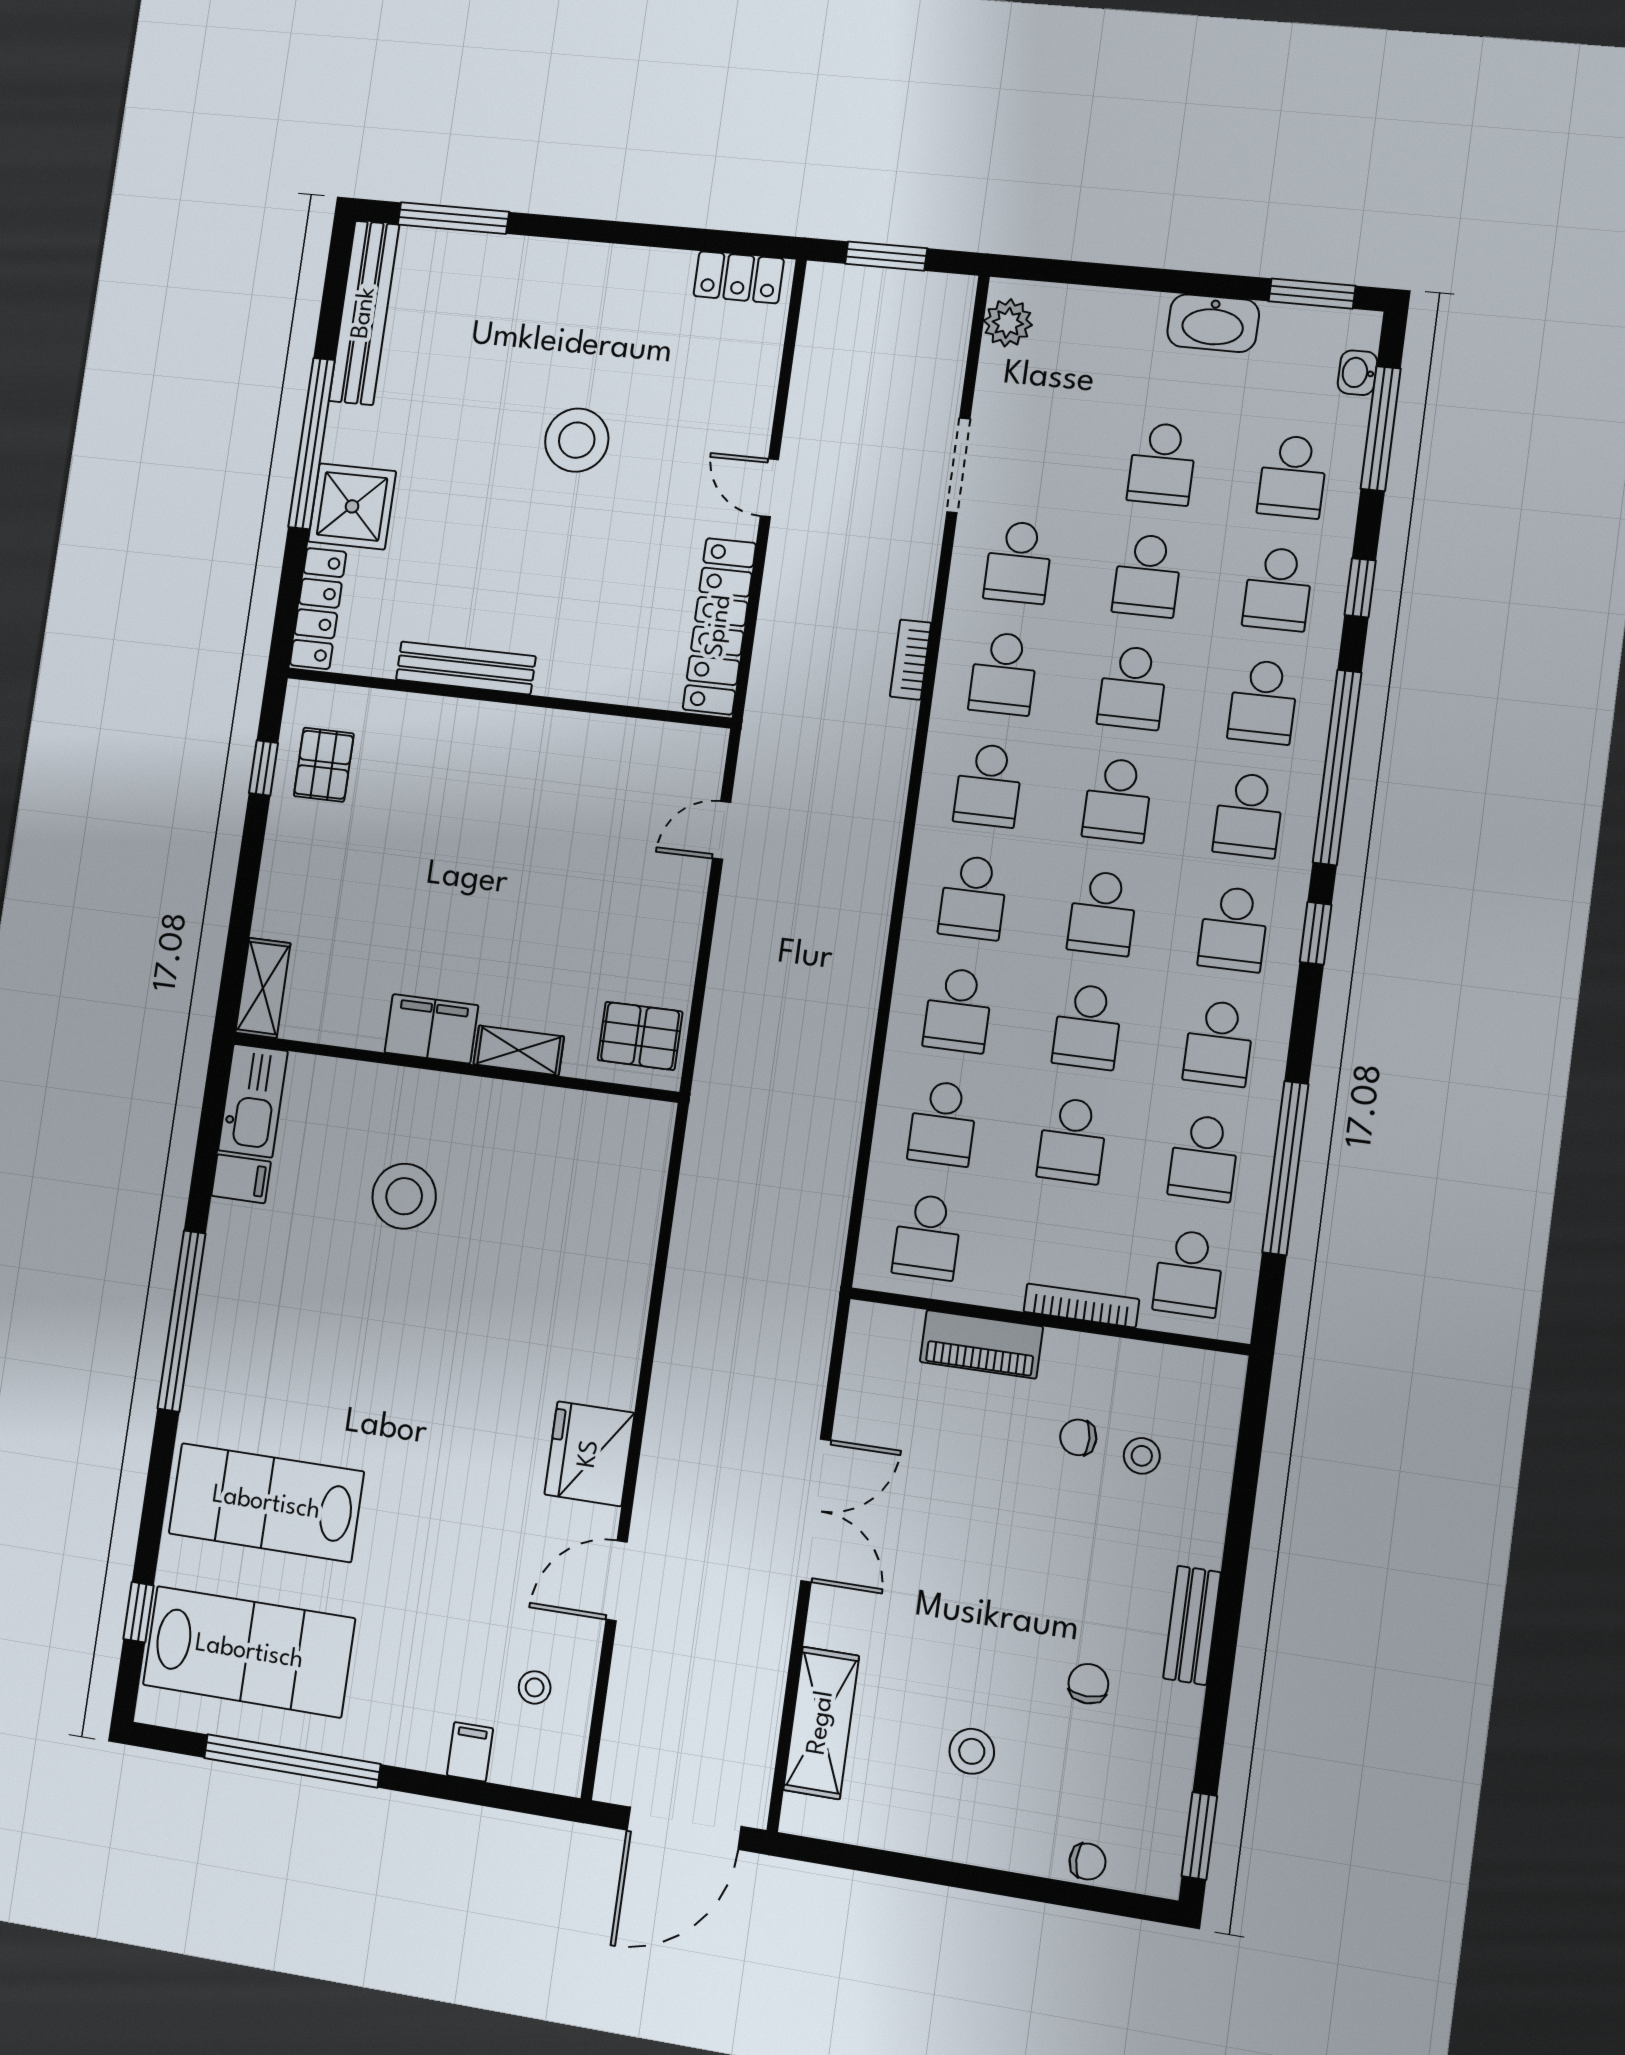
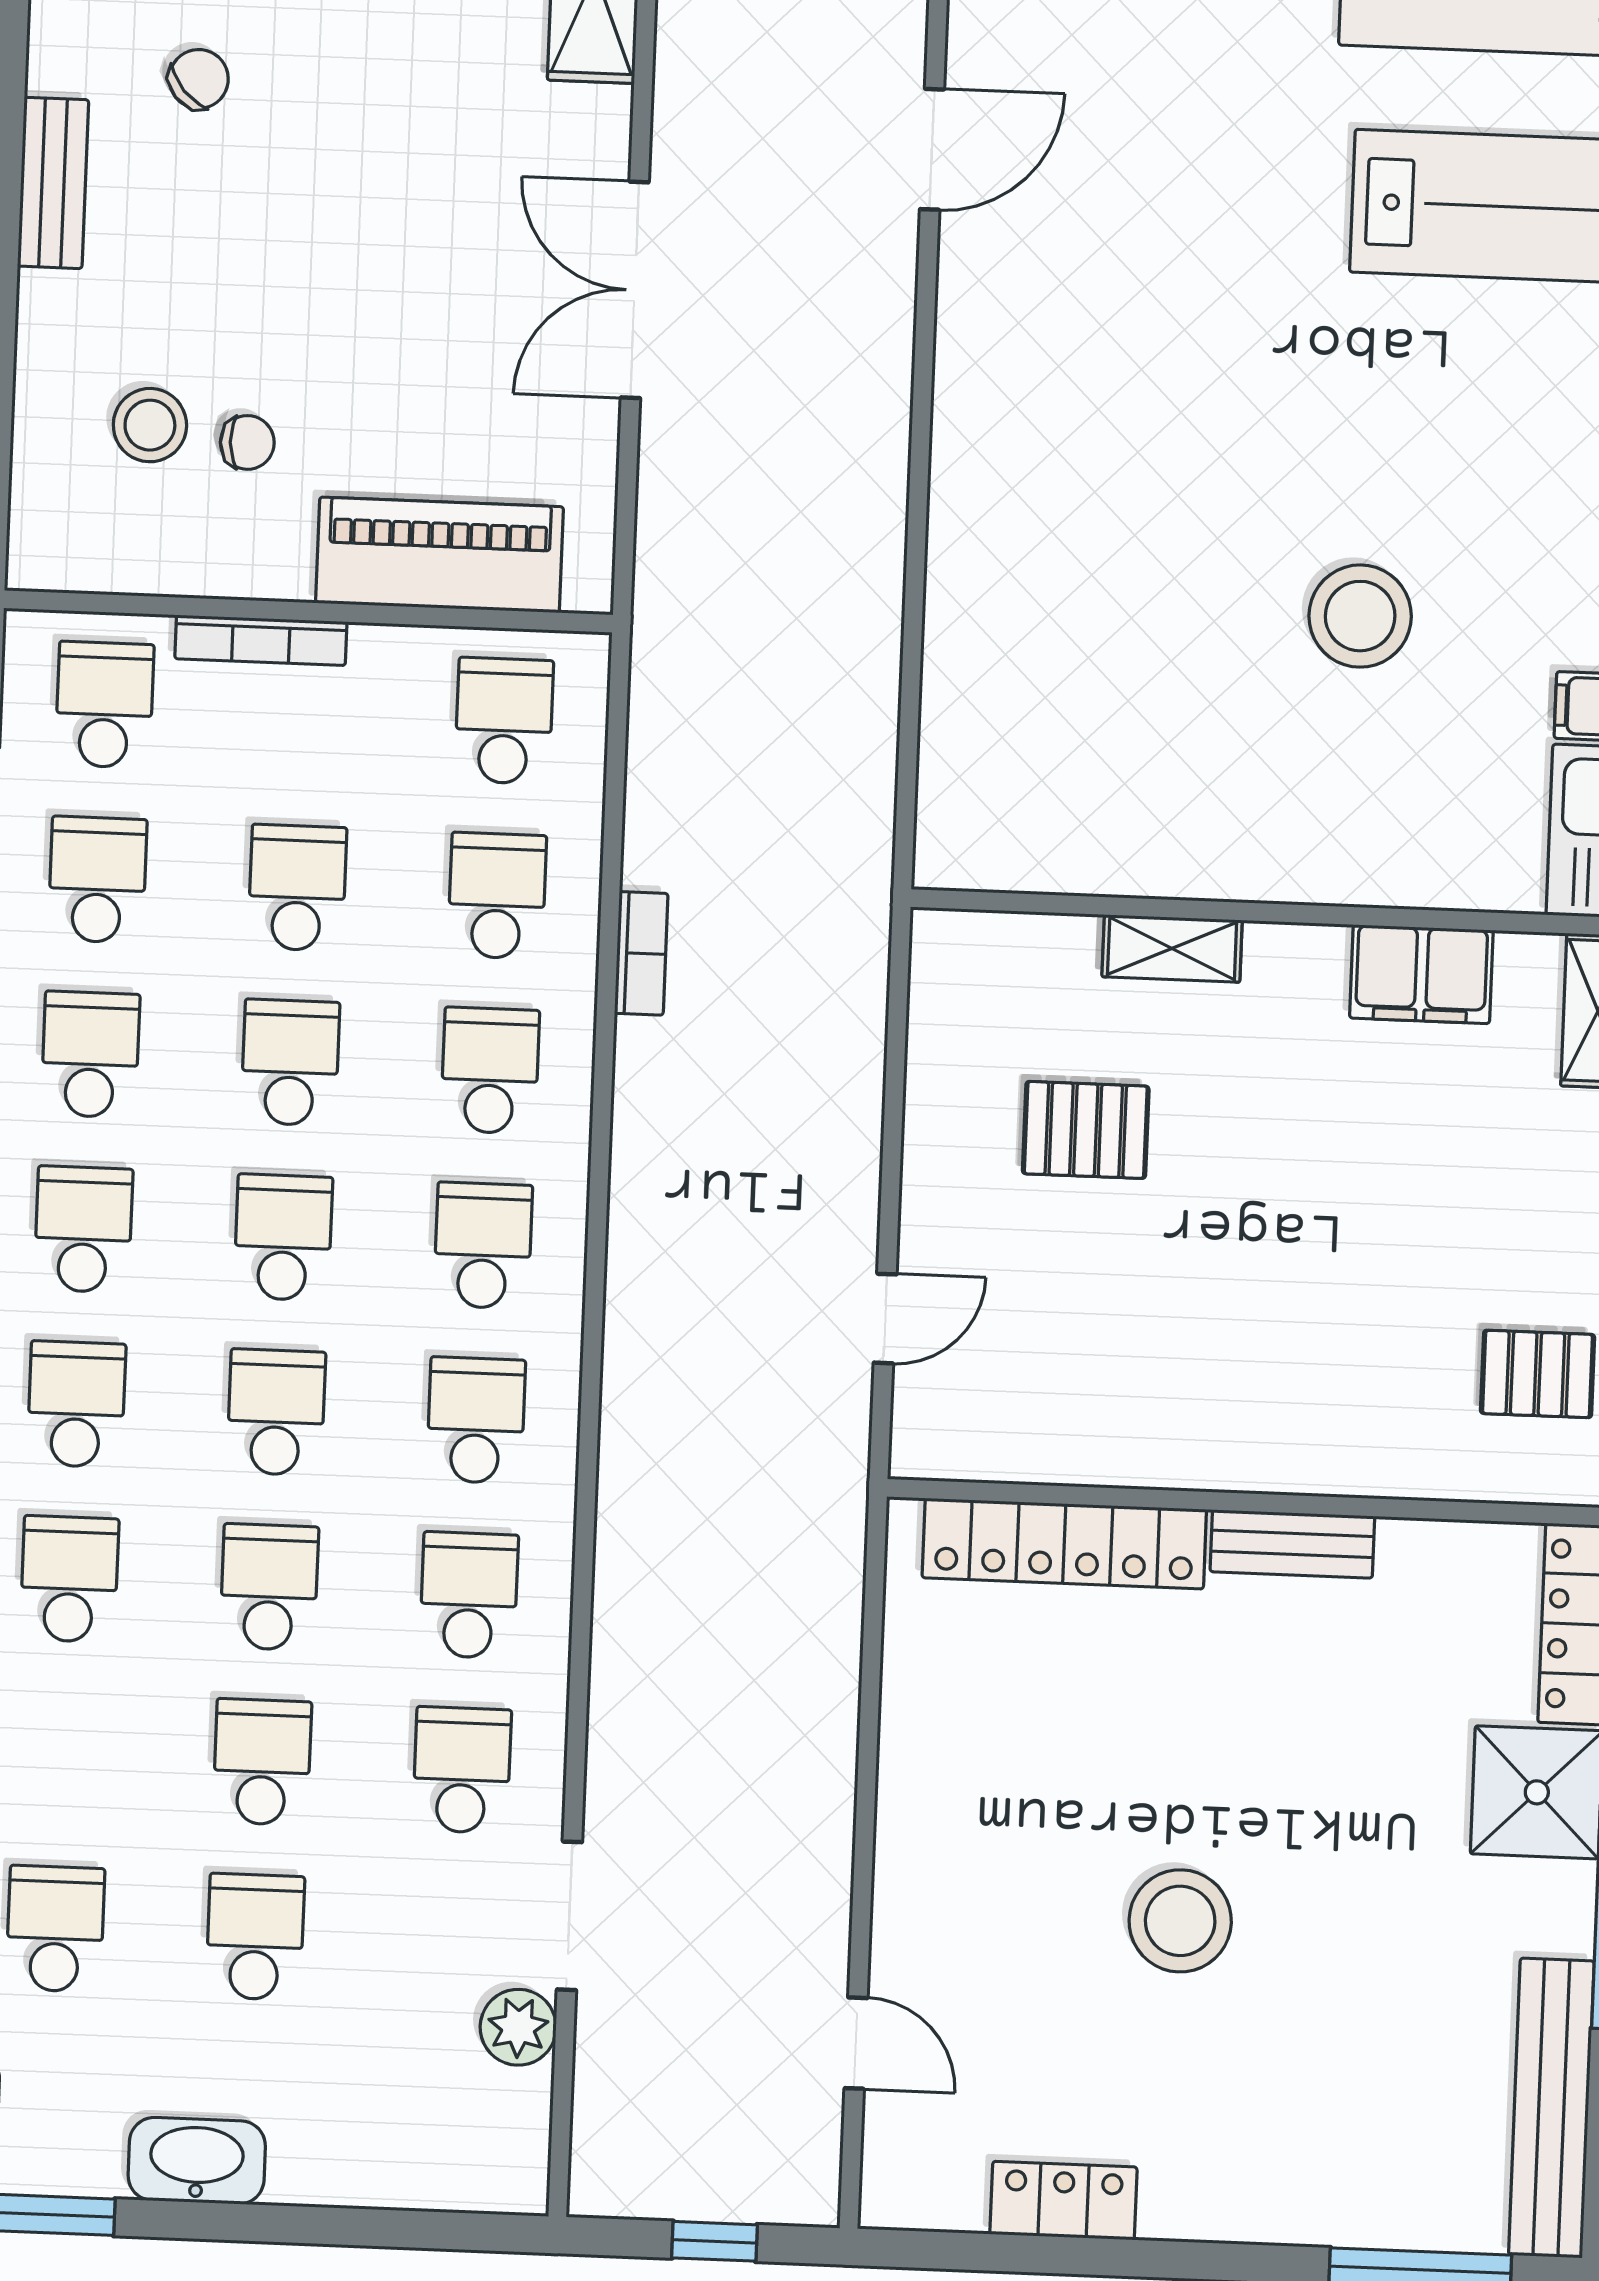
window: (886, 256) -> (715, 2241), width x0.67
locker: (739, 277) -> (1063, 2201), moved
plant: (1008, 323) -> (518, 2027), moved
door: (769, 488) -> (856, 2043), moved
school desk: (1278, 589) -> (62, 1754), removed
locker: (719, 626) -> (1064, 1544), moved, turned 90
bookcase: (910, 660) -> (641, 953), moved
bench: (466, 668) -> (1292, 1544), width x0.73
pallet: (324, 765) -> (1538, 1374), turned 90
filing cabinet: (431, 1029) -> (1421, 974), moved
pallet: (640, 1036) -> (1086, 1130), moved
stool: (404, 1196) -> (1360, 616), moved
piano: (981, 1344) -> (440, 555), width x1.37, depth x1.33
fridge: (589, 1454) -> (995, 337), removed
stool: (1142, 1456) -> (150, 425), width x1.37, depth x1.37
chair: (1088, 1684) -> (199, 79), turned -131

